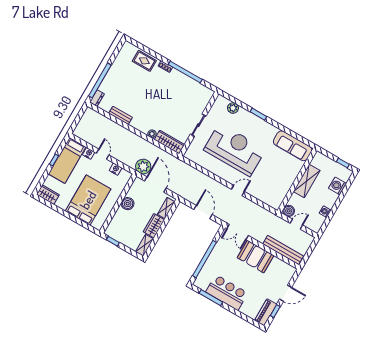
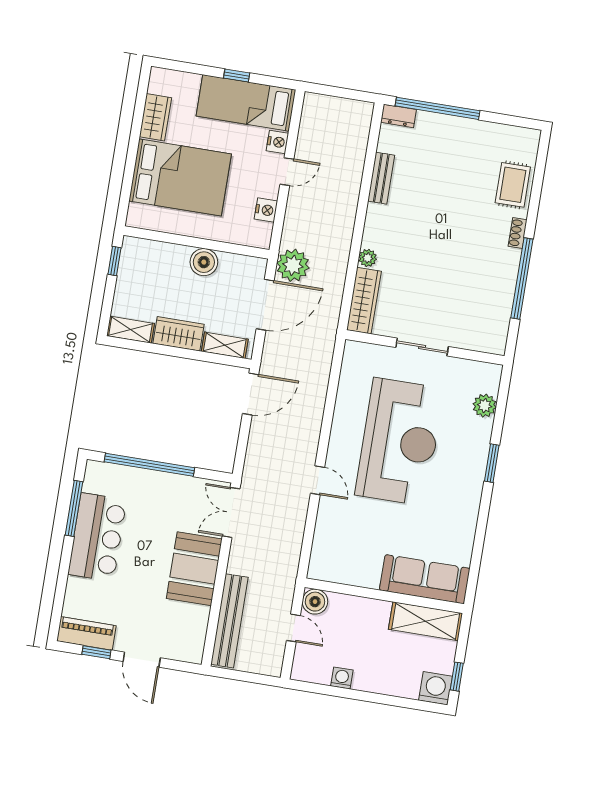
sofa: (293, 146) -> (425, 579), moved, turned 90
shelving: (307, 181) -> (426, 621), moved
washing machine: (337, 186) -> (435, 688), moved
wardrobe: (48, 195) -> (155, 117), moved
door: (203, 212) -> (250, 394), moved

